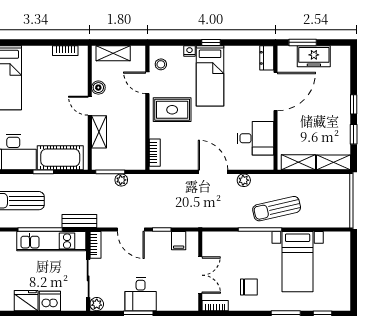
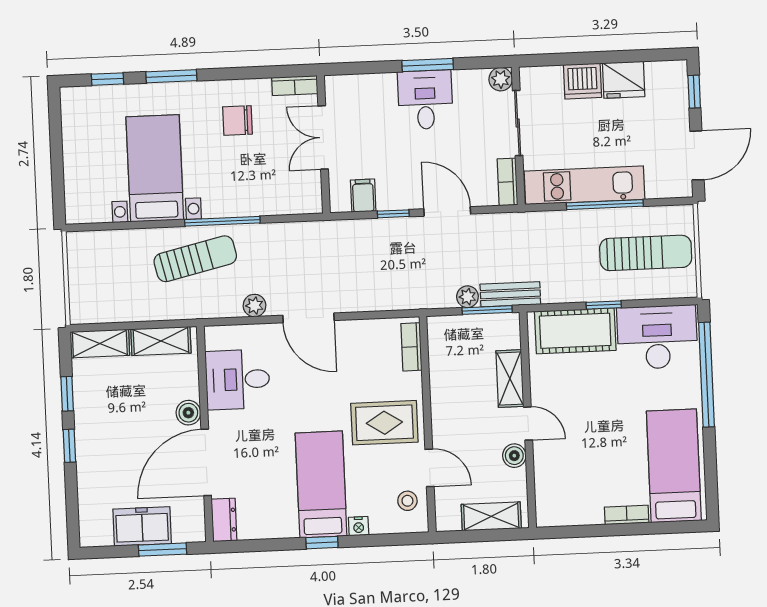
bookcase: (65, 51) -> (627, 515), moved
boiler: (284, 120) -> (188, 413), added
bench: (79, 221) -> (510, 294), moved

